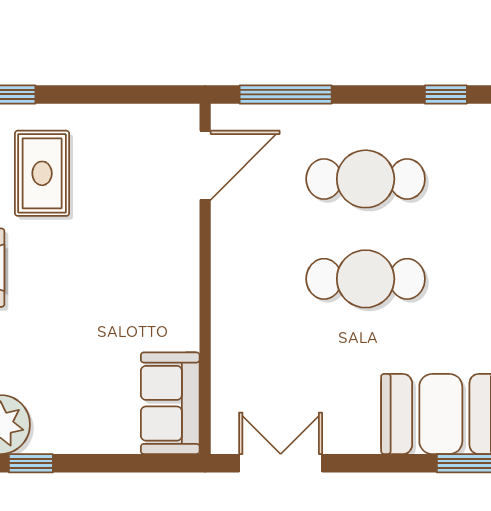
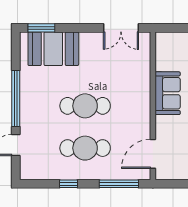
window: (446, 94) -> (69, 184), moved
sofa: (170, 403) -> (168, 93), moved

